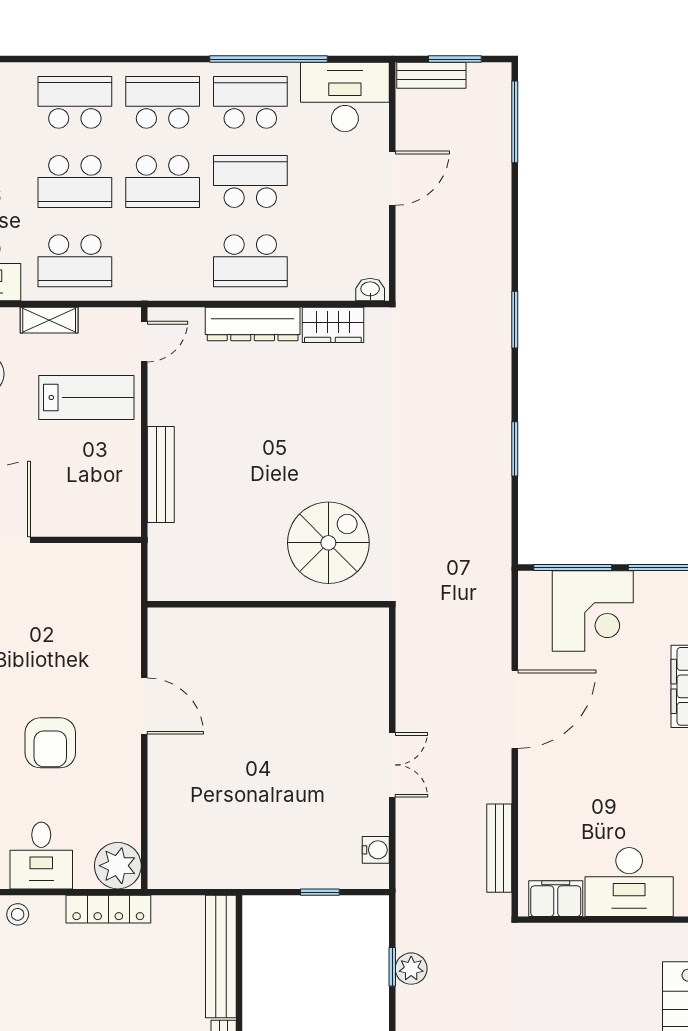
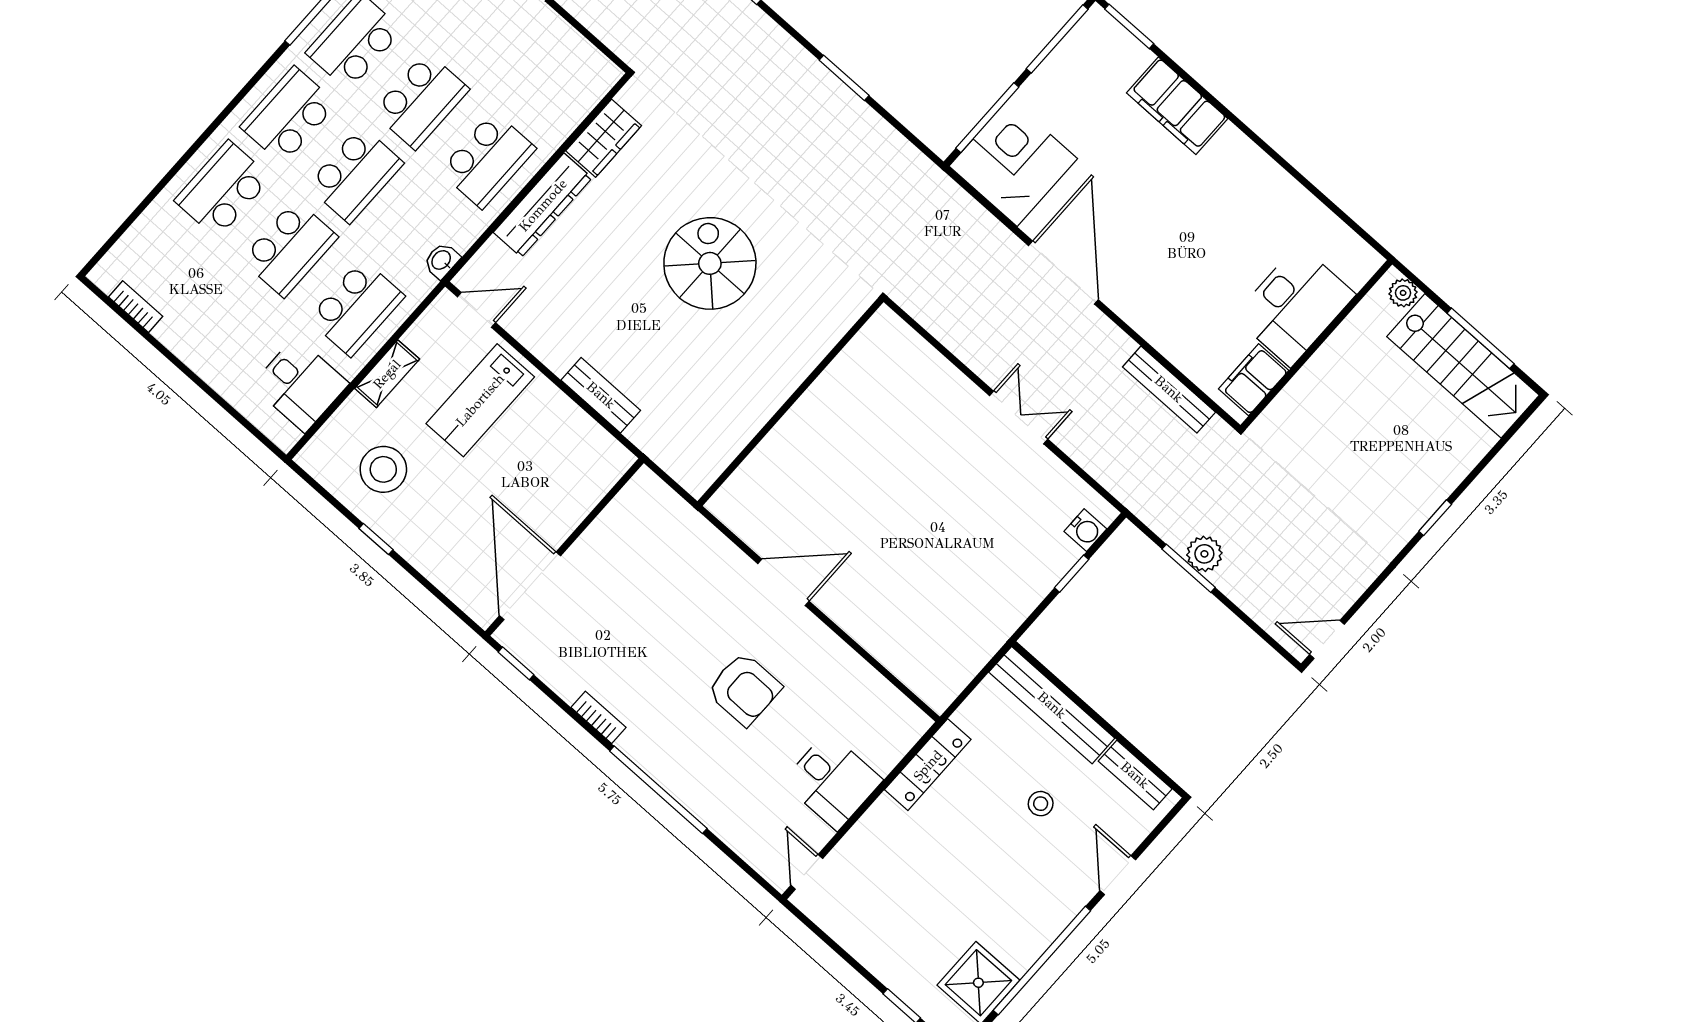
school desk: (250, 182) -> (421, 101), turned 180
washbasin: (370, 290) -> (442, 260), moved
door: (144, 342) -> (476, 310), hinge flipped
lab bench: (86, 397) -> (480, 400), turned 180
bench: (161, 475) -> (601, 395), width x0.73
spiral stairs: (328, 543) -> (710, 263), moved
corner desk: (593, 611) -> (1013, 162), moved, turned -90
water cooler: (376, 850) -> (1085, 530), moved, turned 90
plant: (118, 866) -> (898, 724), removed
stool: (18, 914) -> (1041, 804), moved
window: (392, 967) -> (1189, 568), width x1.50

